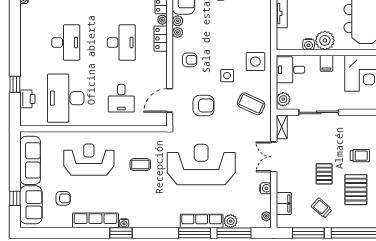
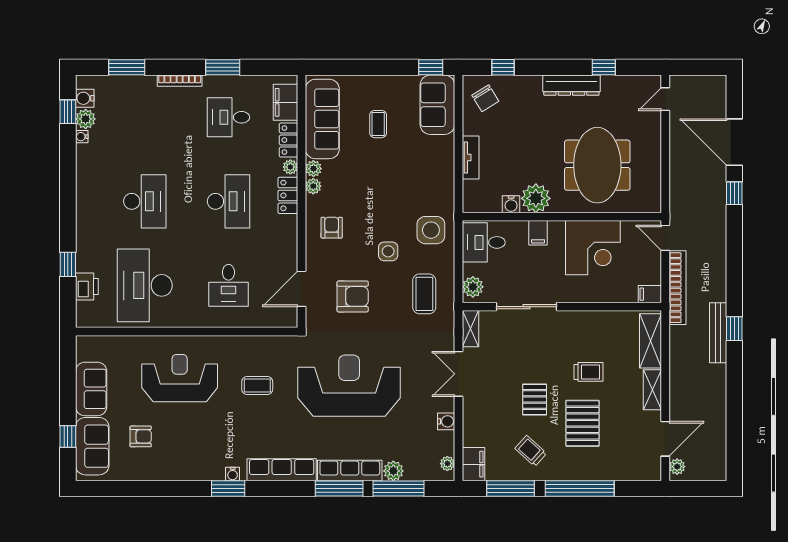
armchair: (190, 60) -> (332, 228), turned -90
coffee table: (251, 104) -> (424, 294), turned 65
sofa: (30, 160) -> (91, 389), width x0.73
filing cabinet: (284, 203) -> (474, 464), moved
row of seats: (95, 220) -> (282, 470), moved

